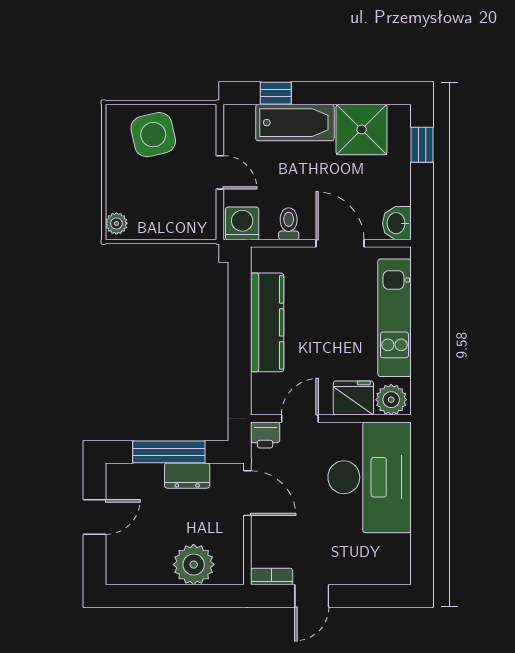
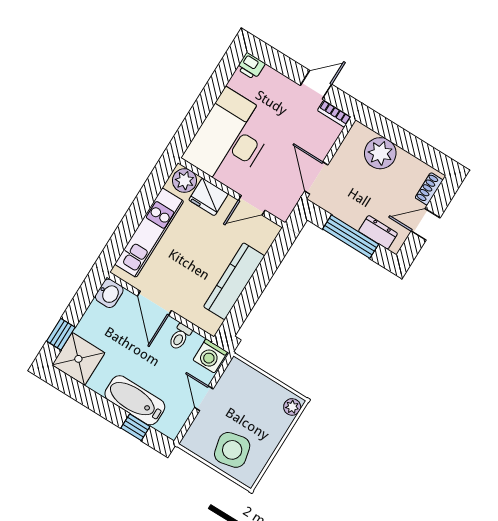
shower: (362, 129) -> (78, 359), moved
printer: (265, 435) -> (251, 66), moved, turned 180
dresser: (187, 476) -> (378, 232), moved
shoe rack: (115, 559) -> (429, 189), added

